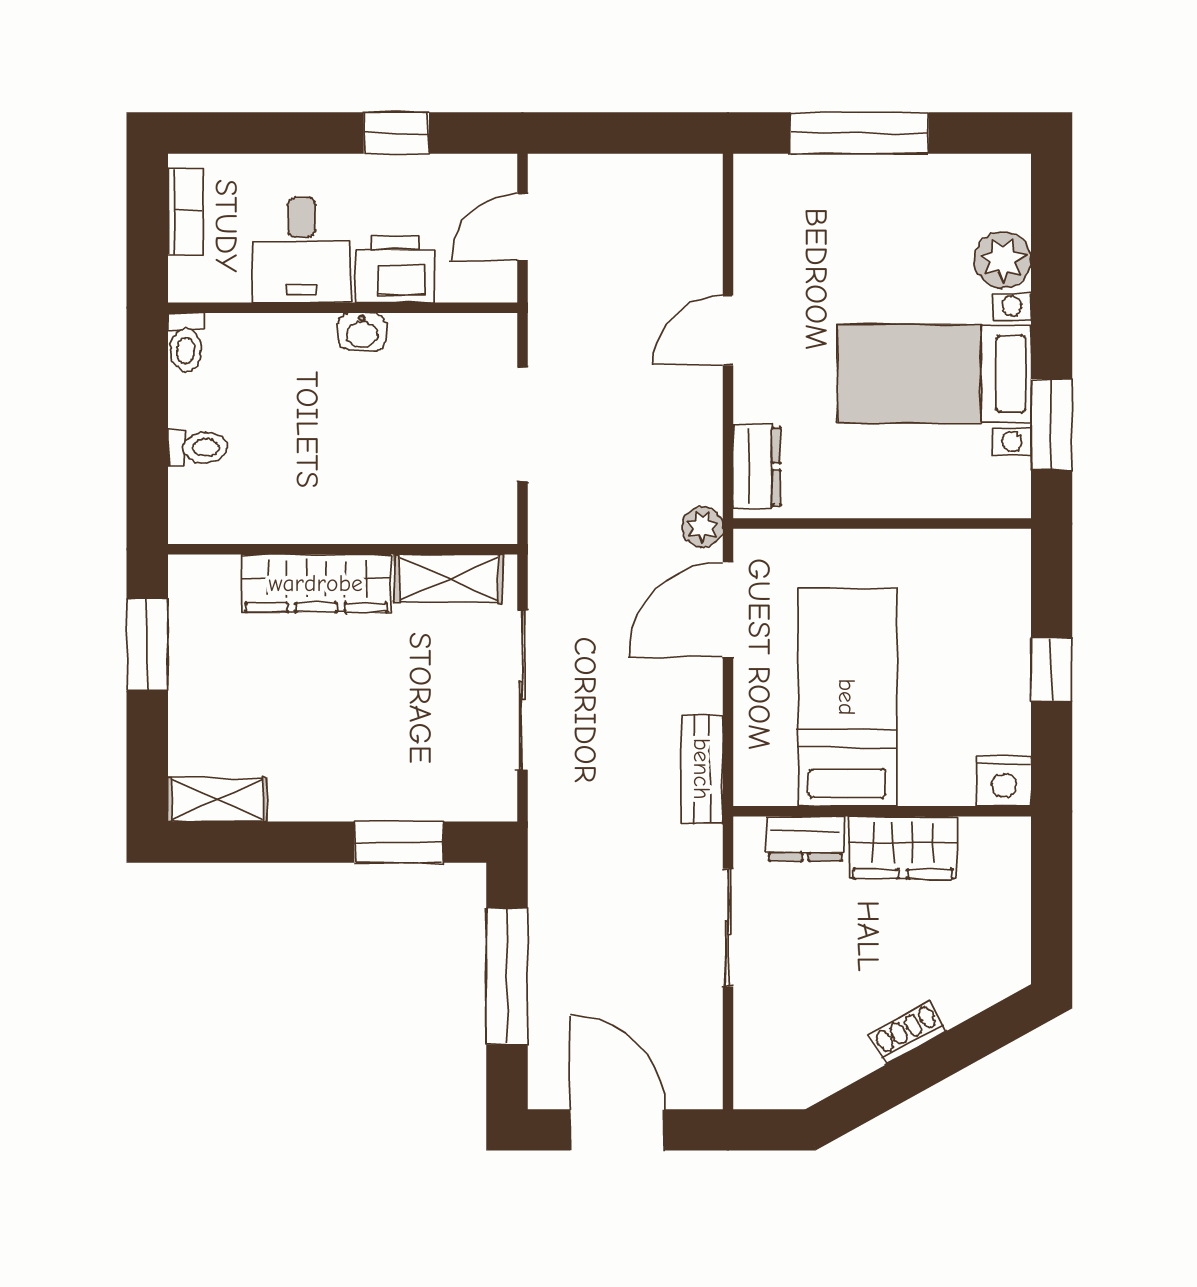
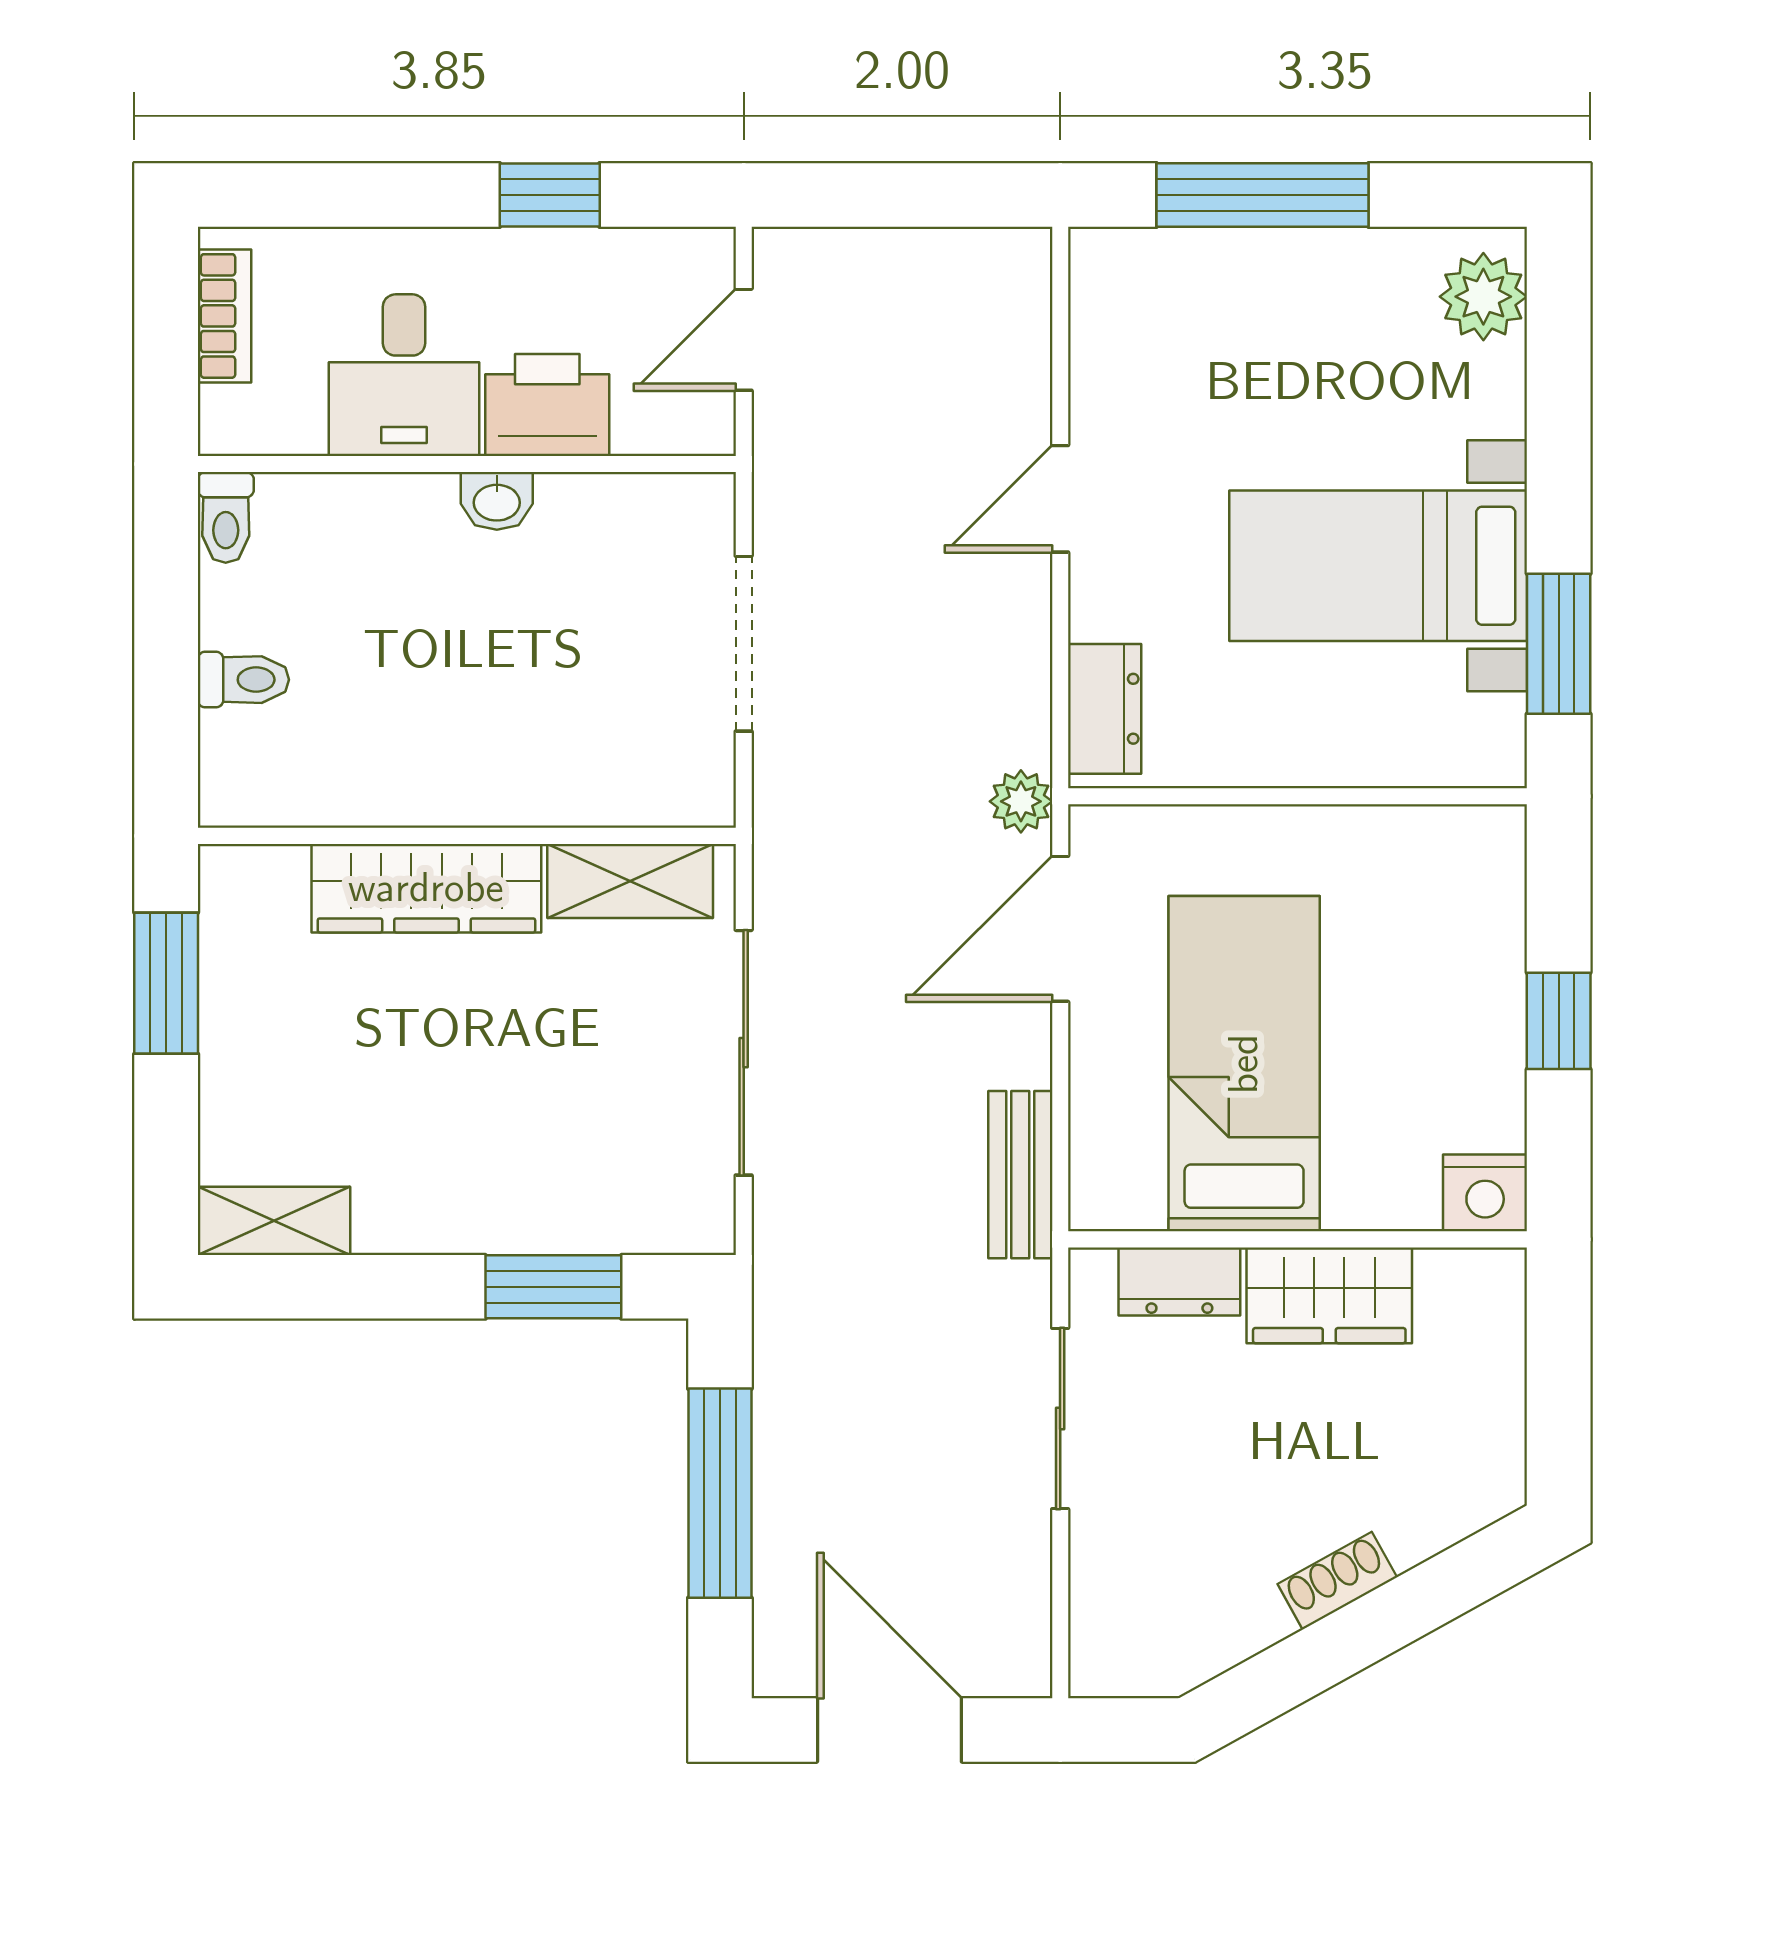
plant: (1003, 260) -> (1483, 297), moved

